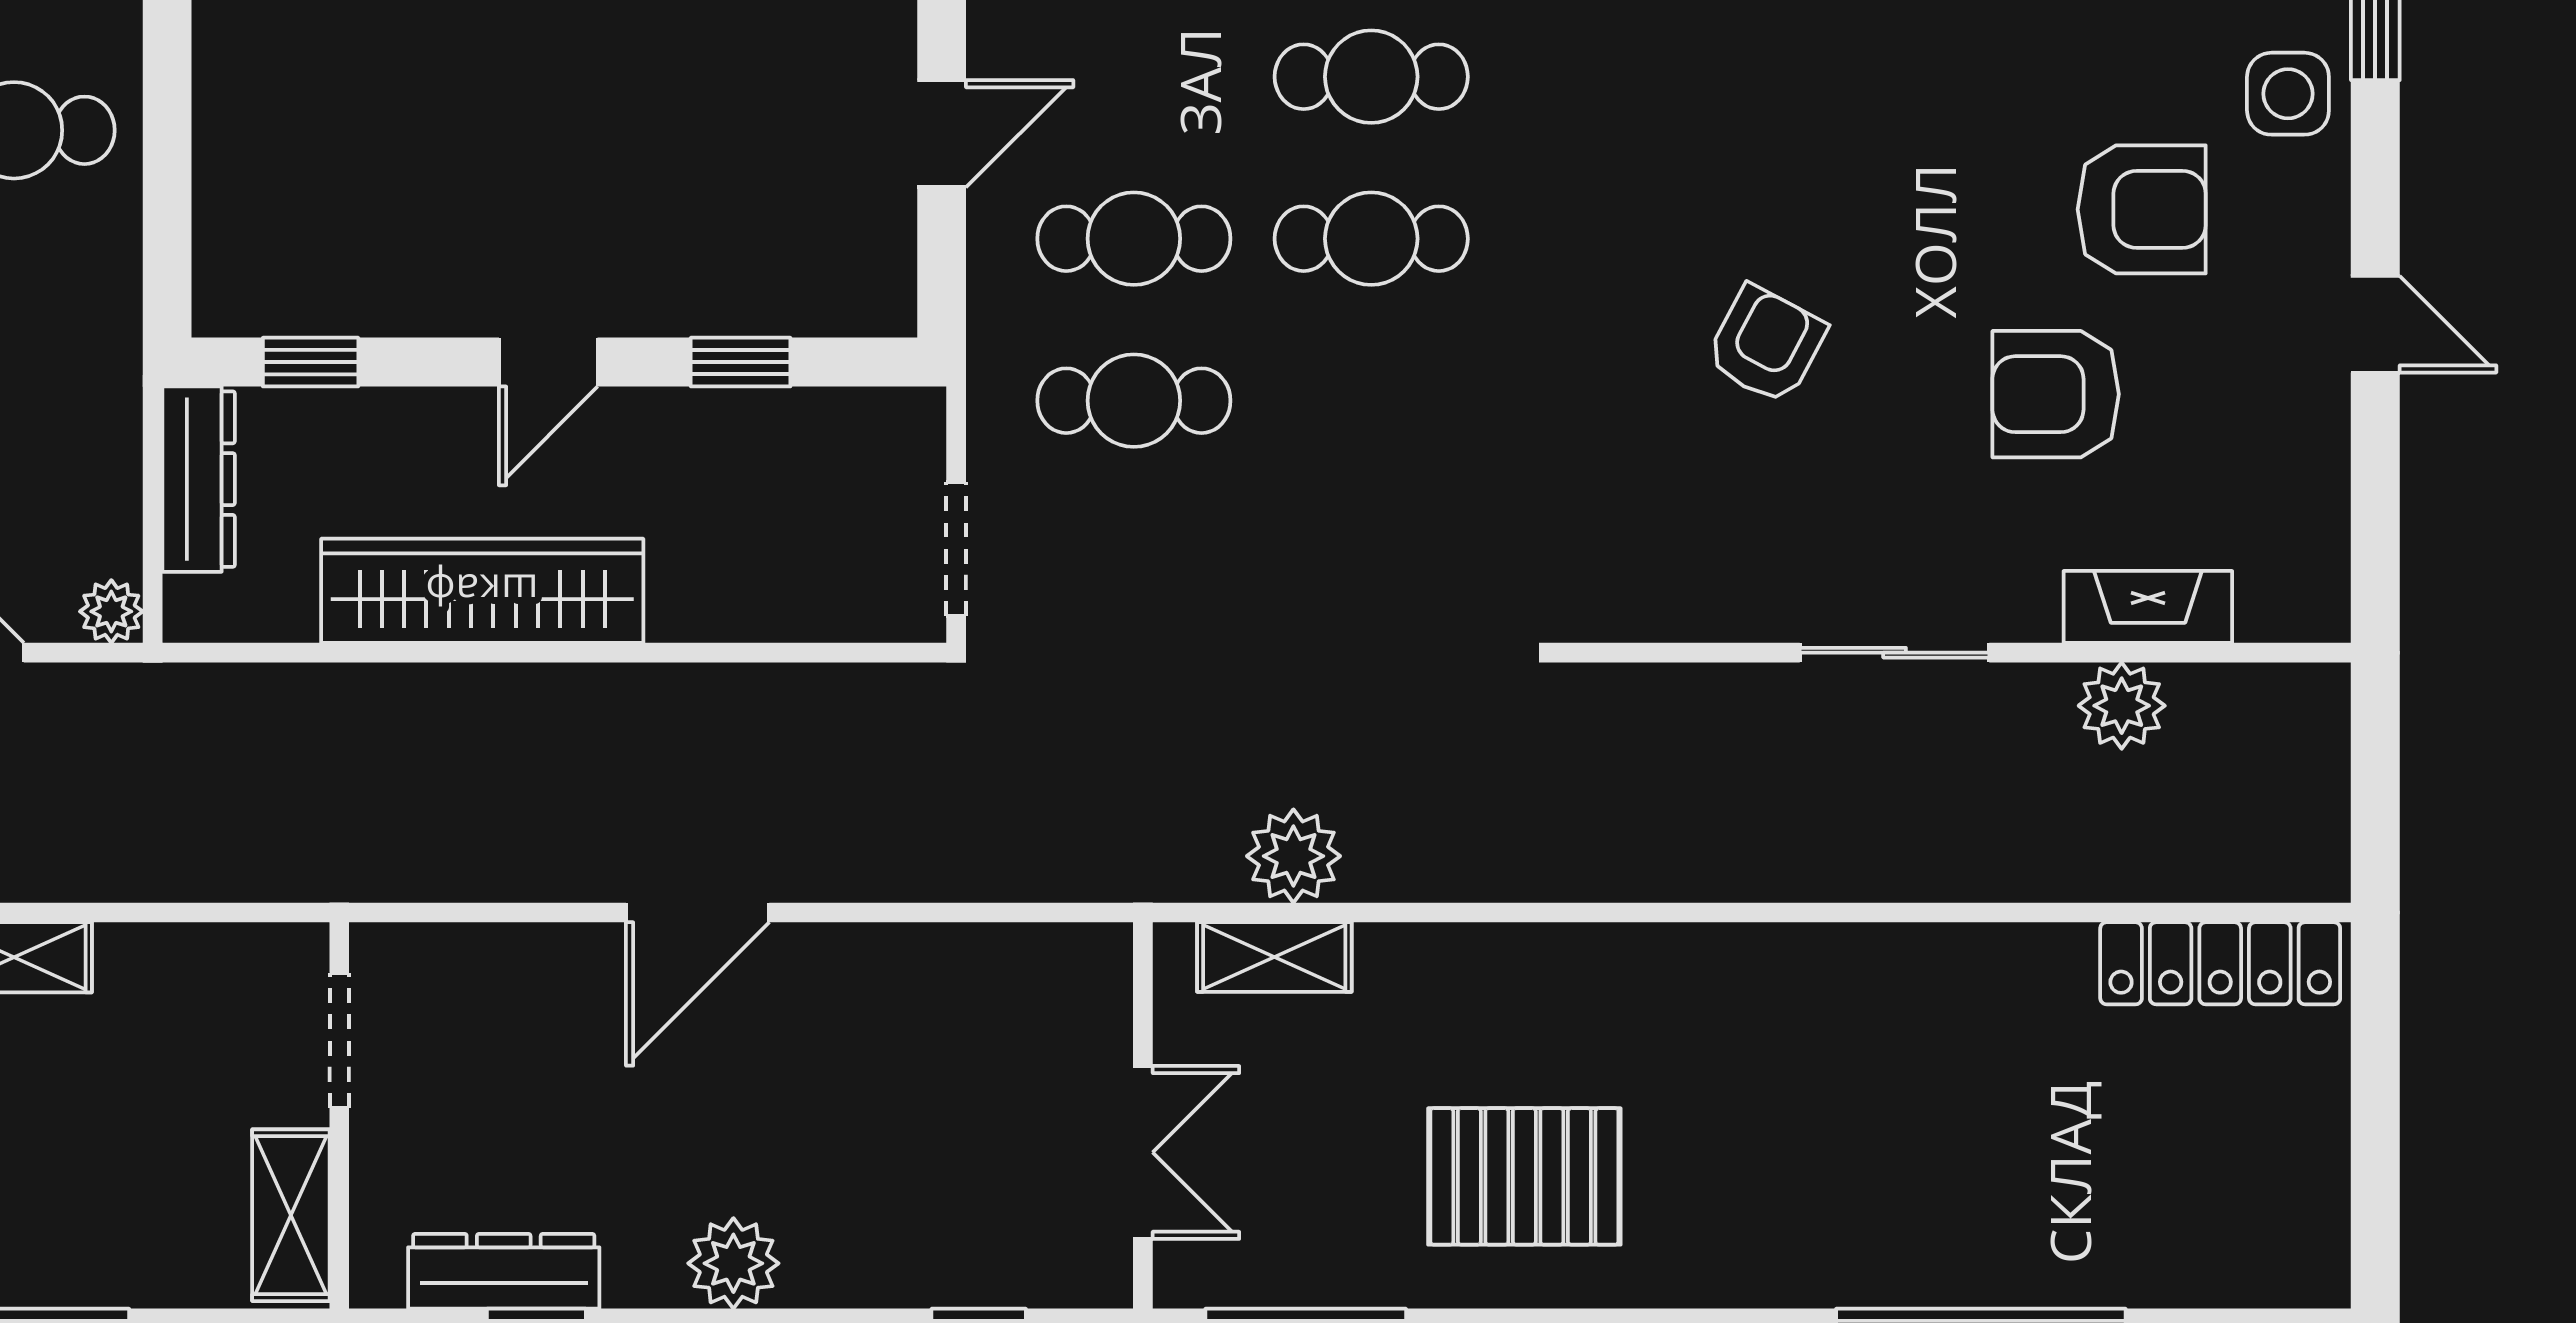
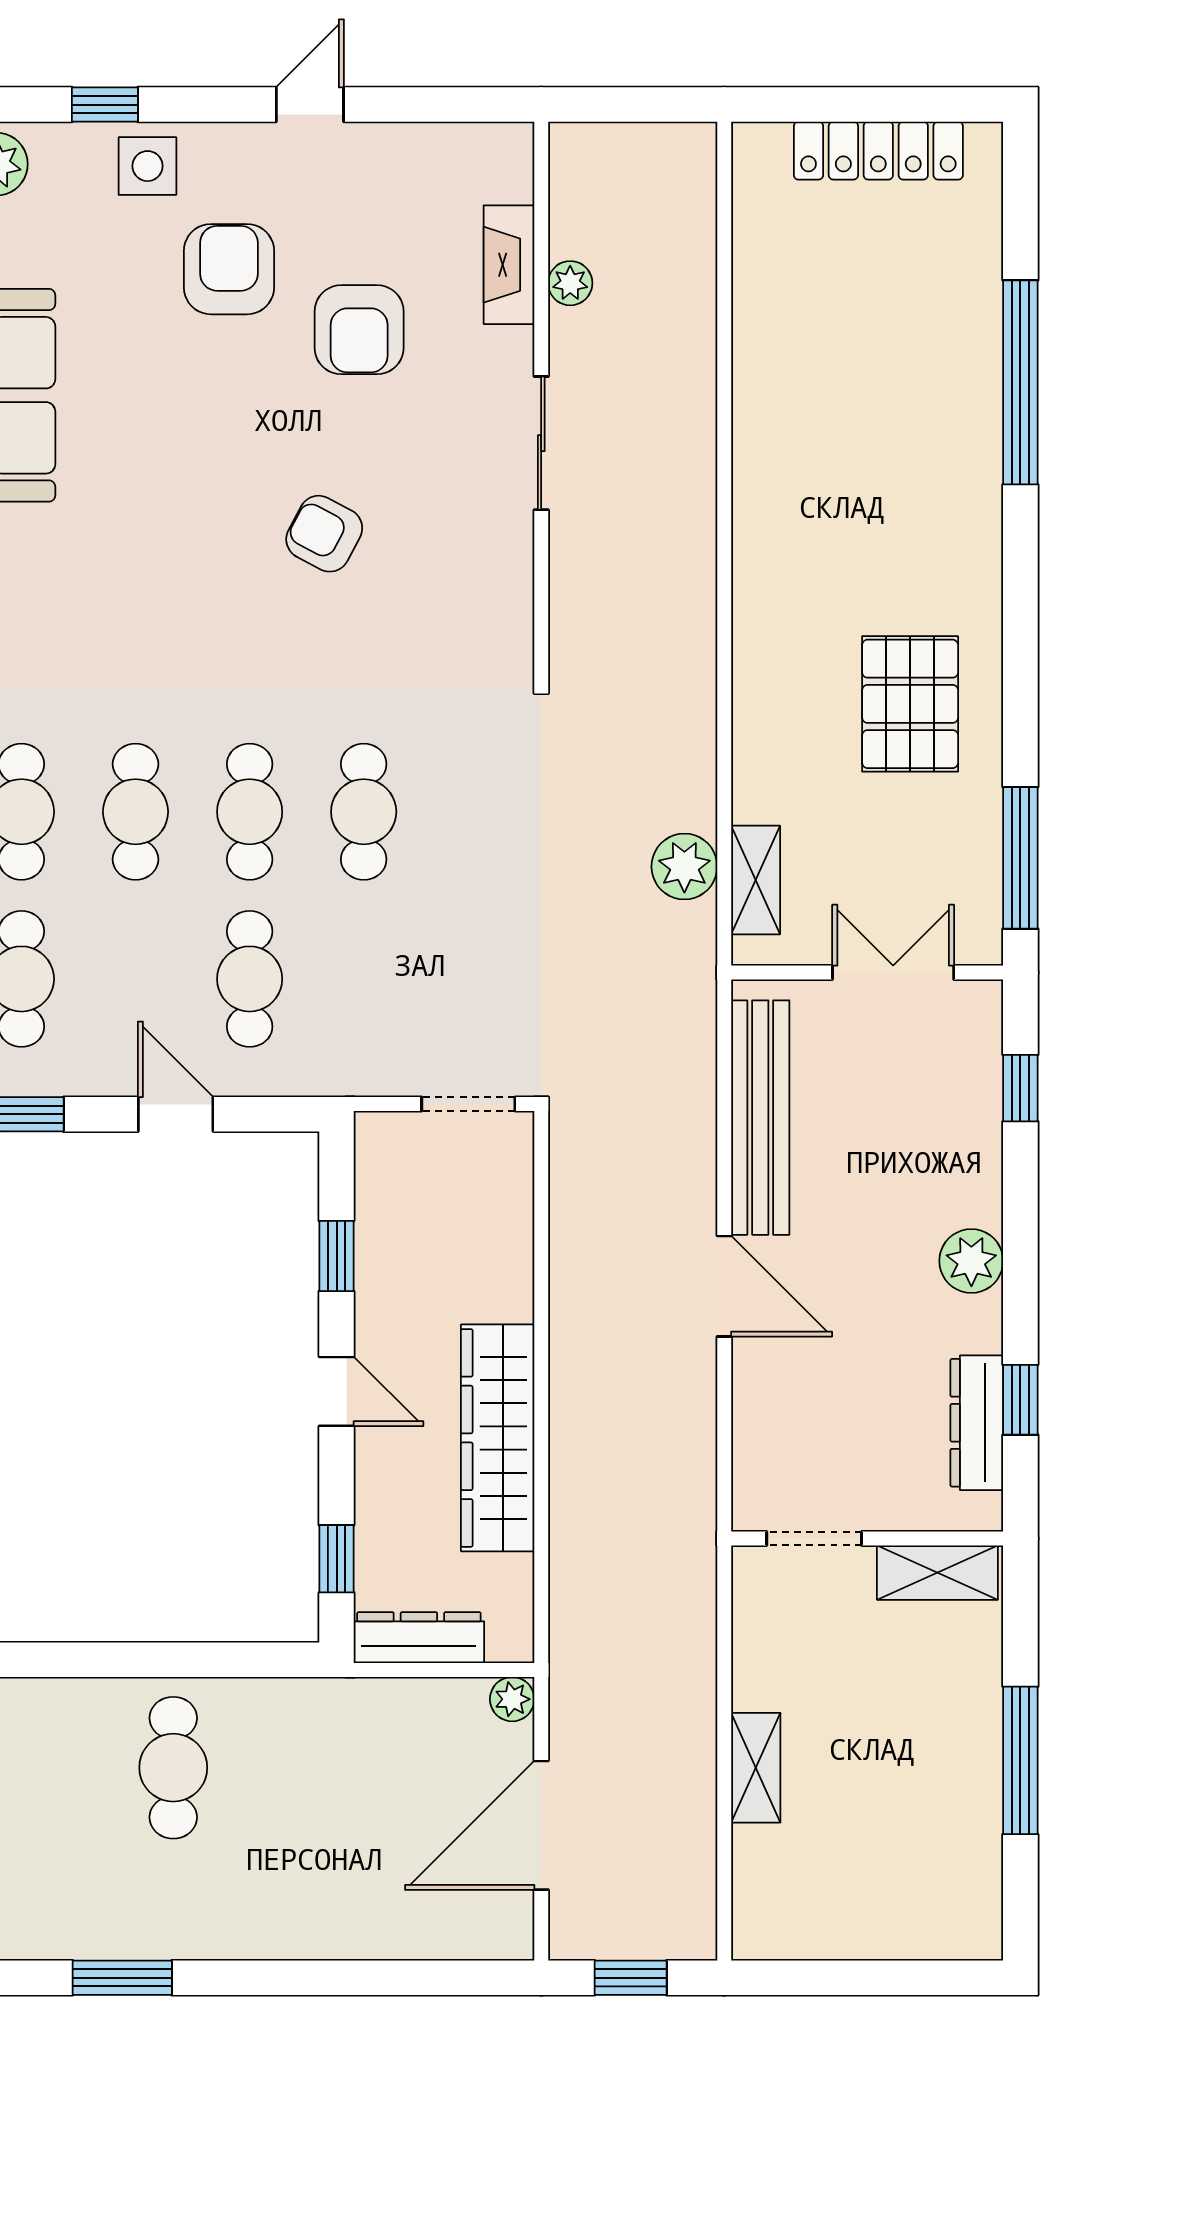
cafe table: (1134, 401) -> (364, 812), moved
plant: (2122, 706) -> (570, 283), width x0.73, depth x0.73
locker: (2220, 963) -> (878, 151), moved, turned 90
bench: (937, 964) -> (760, 1118), added

